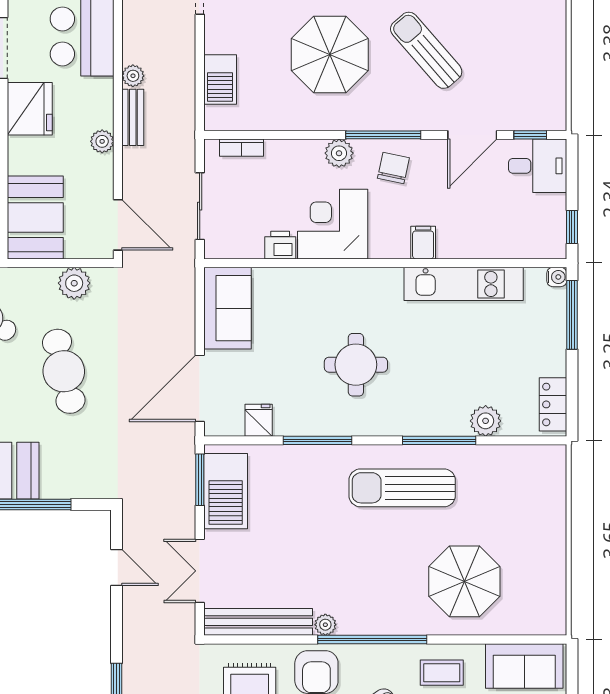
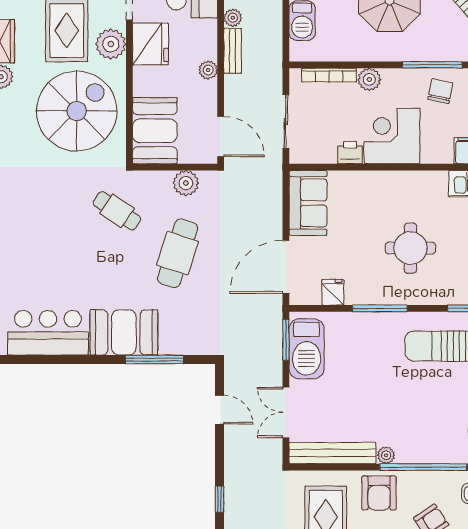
bookcase: (242, 148) -> (329, 75), width x1.56
plant: (339, 153) -> (369, 79), moved
cafe table: (64, 371) -> (178, 253), turned 31

